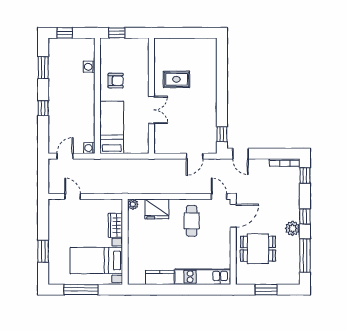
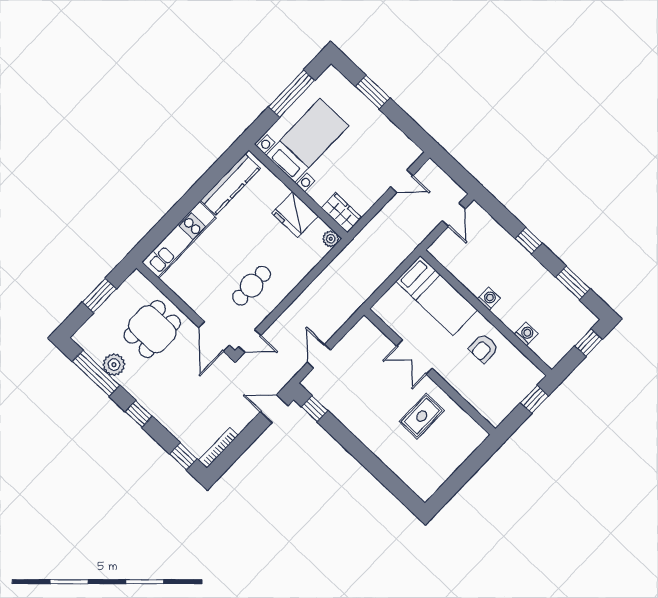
washing machine: (89, 148) -> (489, 299), moved
fridge: (157, 209) -> (295, 215), moved, turned -90
cafe table: (192, 221) -> (252, 286), turned 90
wardrobe: (115, 225) -> (341, 213), moved
plant: (293, 228) -> (114, 365), moved
kitchen counter: (160, 277) -> (230, 184), width x1.50

